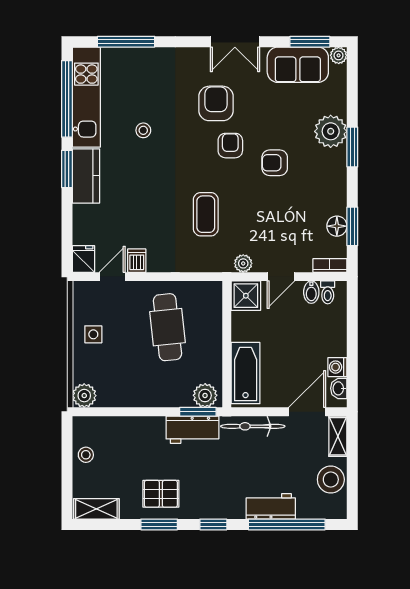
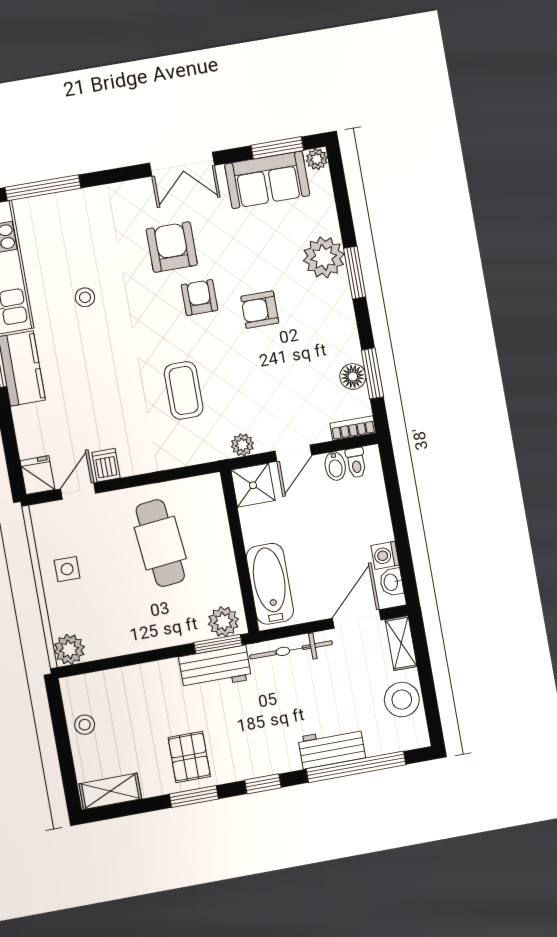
pallet: (161, 494) -> (189, 757), turned 90

